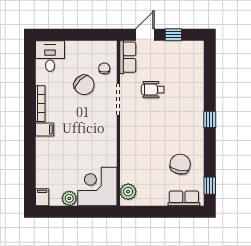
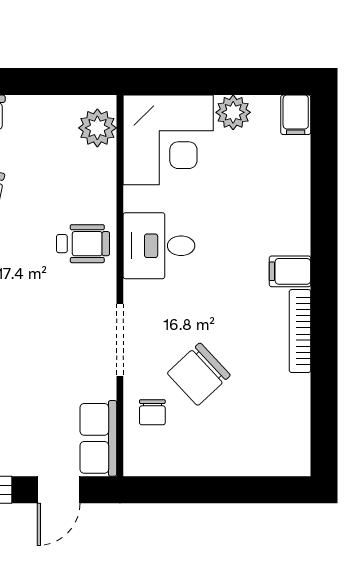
desk: (50, 56) -> (159, 246), moved, turned 90
chair: (84, 85) -> (199, 374), turned -88
wheelchair: (153, 90) -> (83, 244), moved

